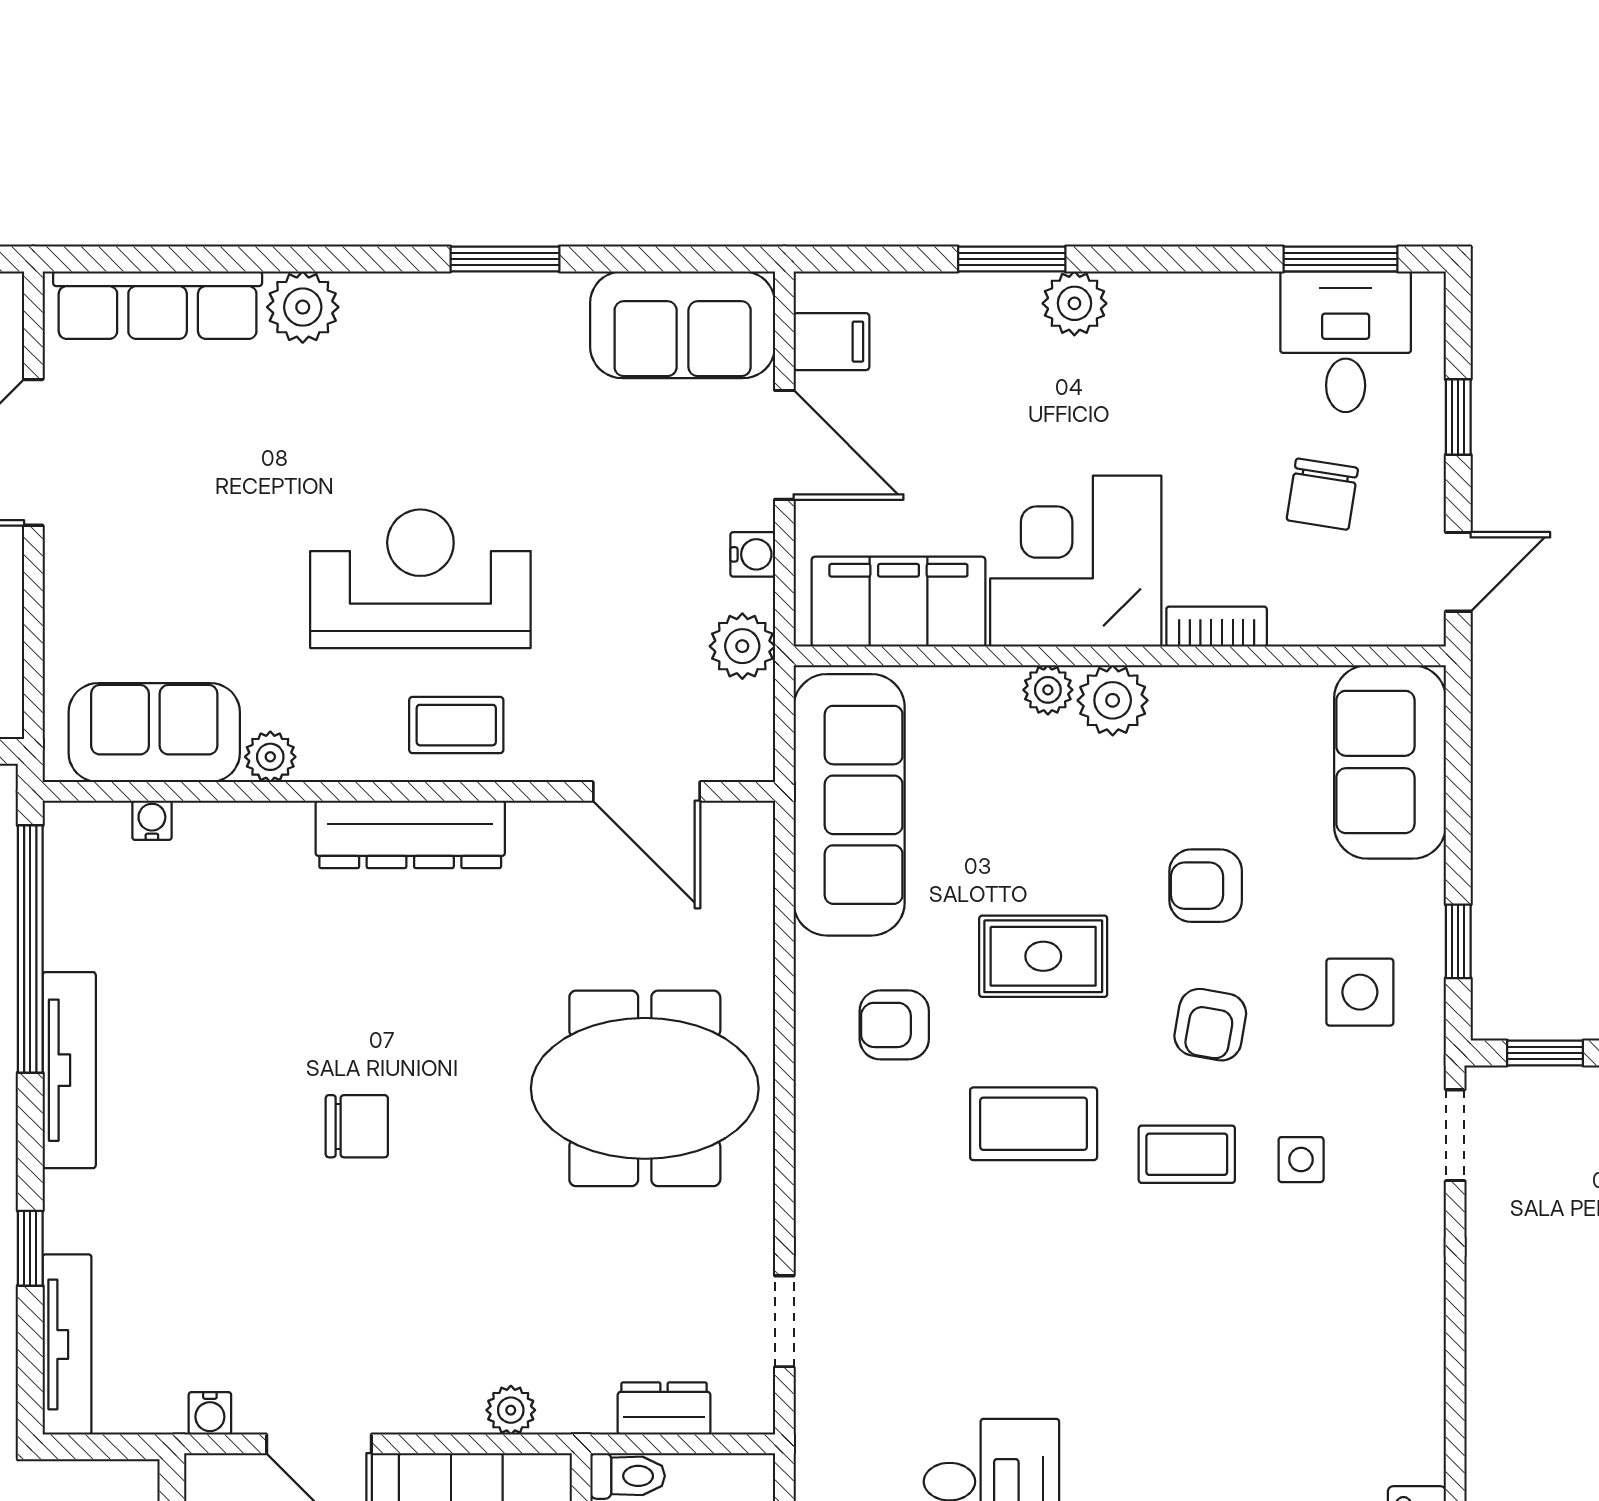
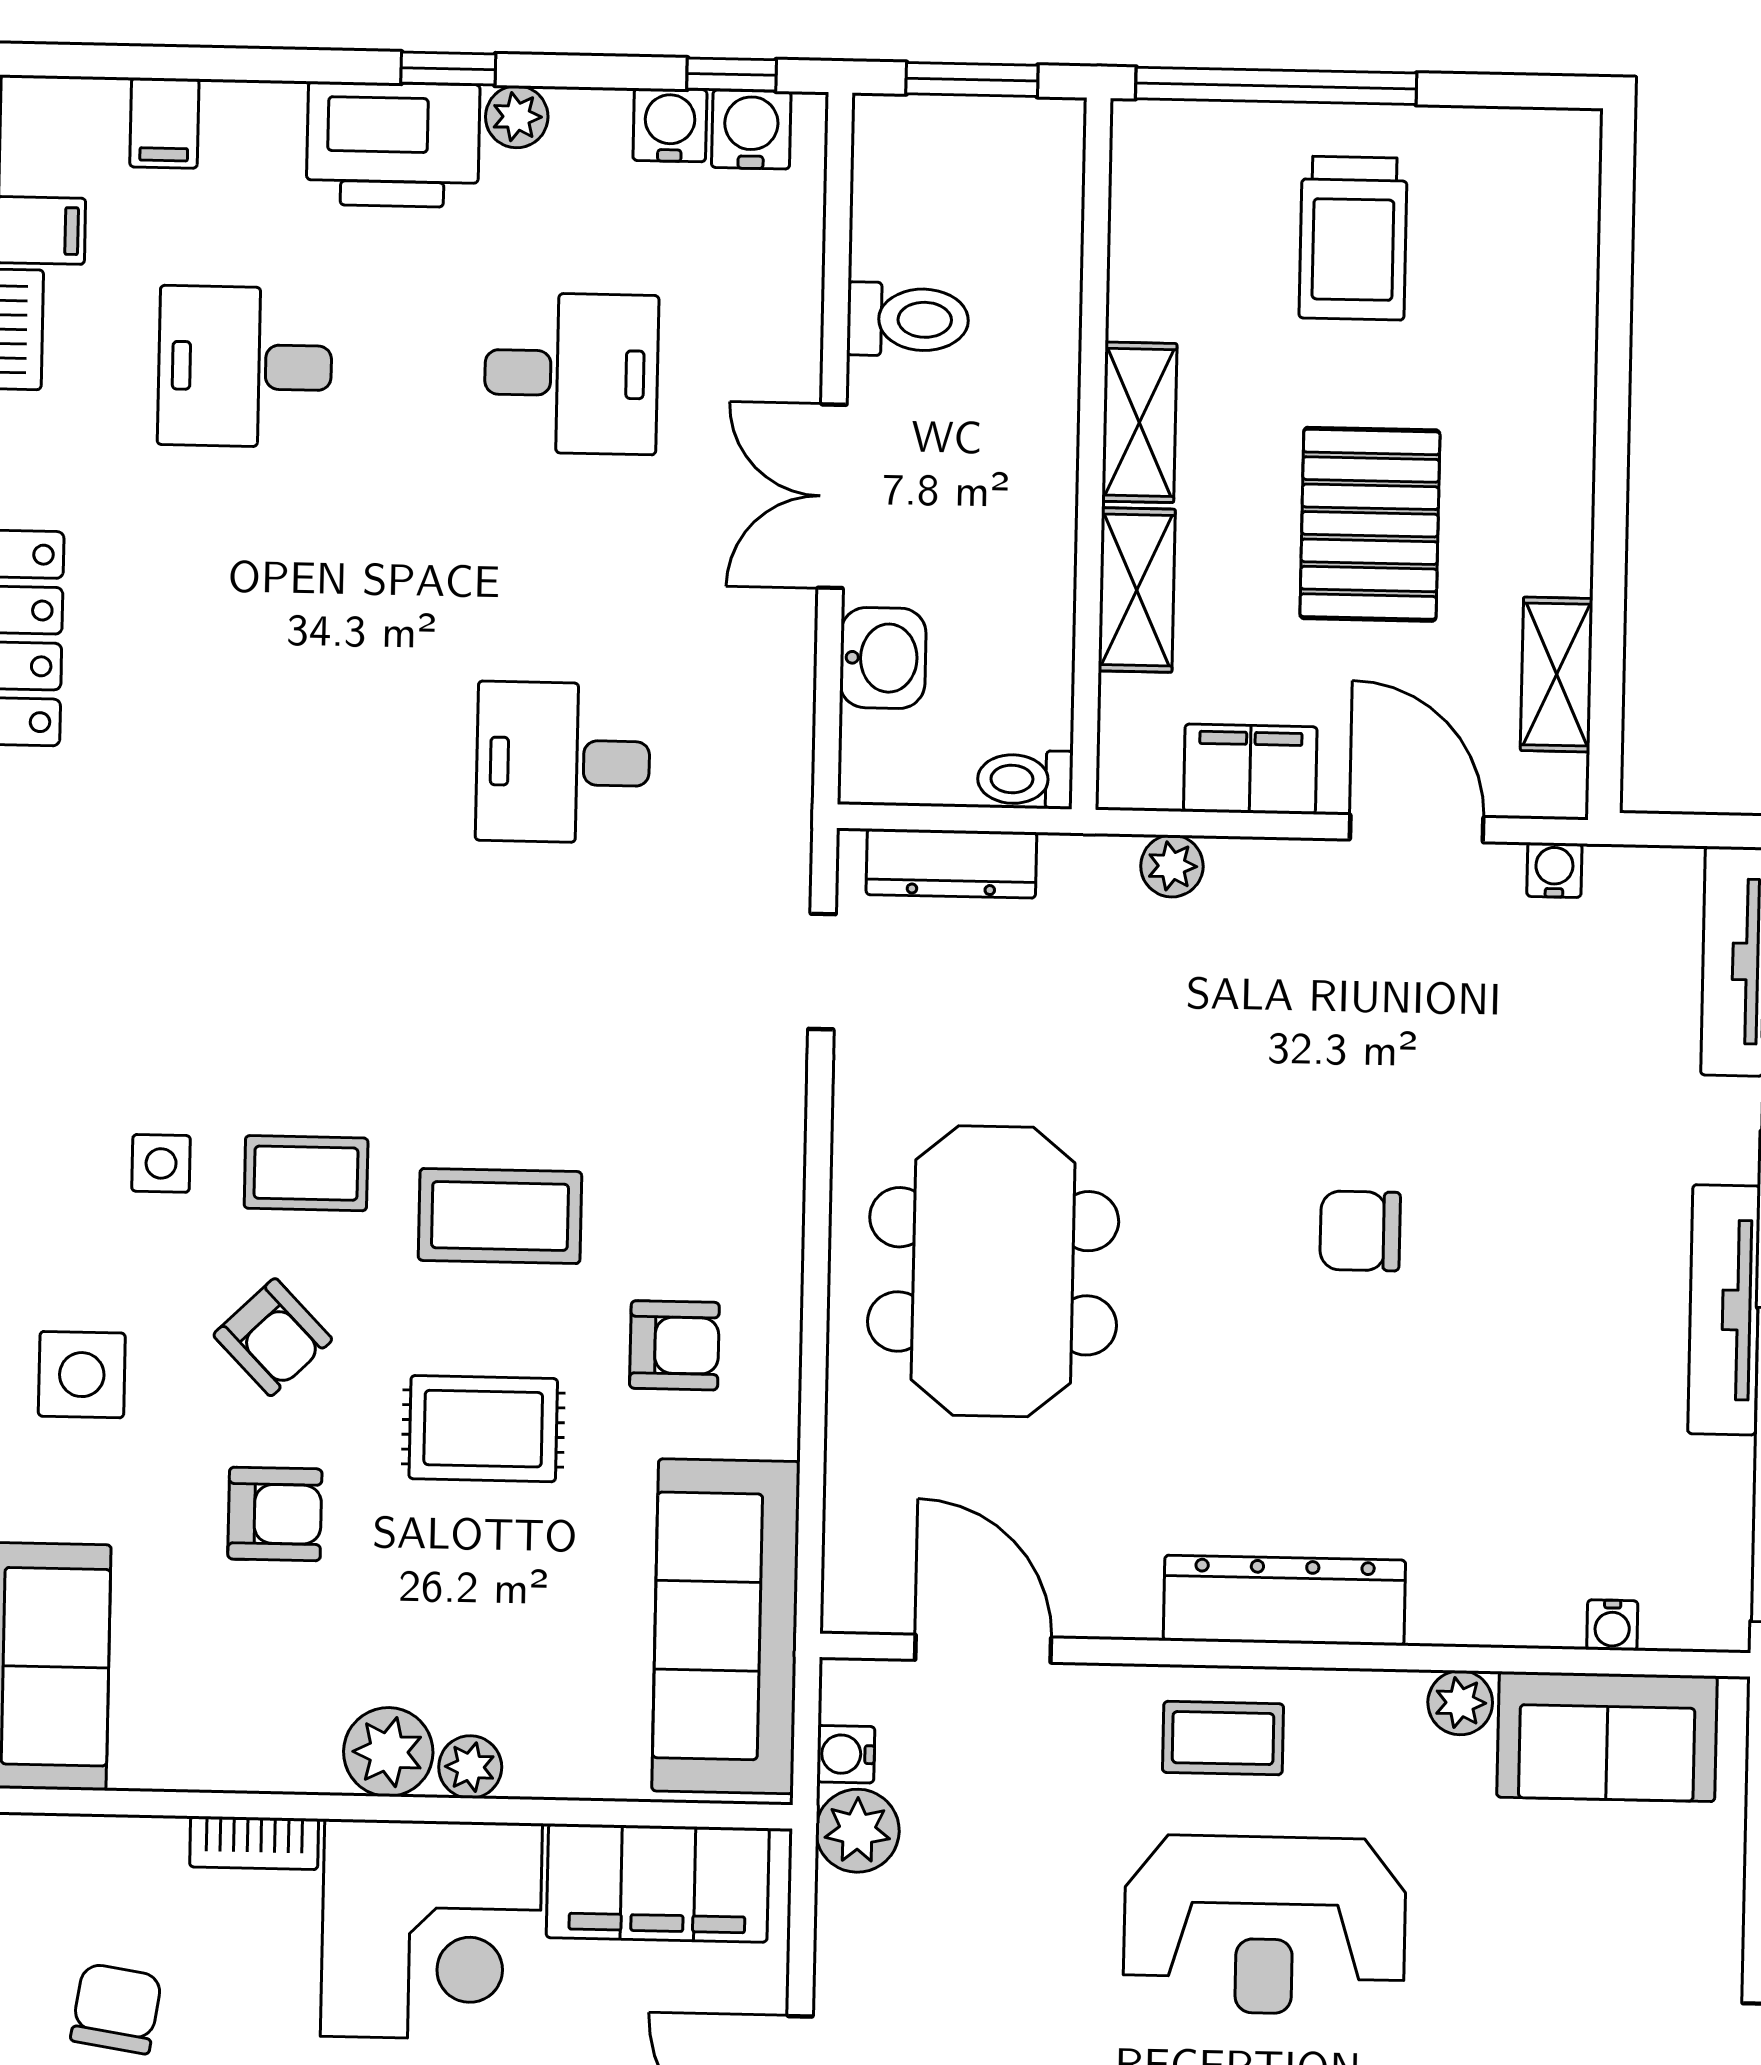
water cooler: (753, 554) -> (846, 1754), moved
armchair: (1210, 1025) -> (273, 1337), turned 126
meeting table: (645, 1088) -> (993, 1271), turned 90
dresser: (664, 1409) -> (951, 863), width x1.44

